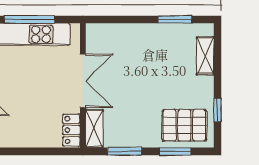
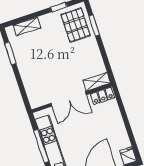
double door: (83, 81) -> (69, 99), swing flipped
window: (125, 151) -> (105, 57), removed

